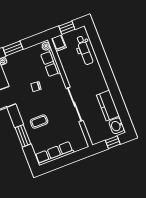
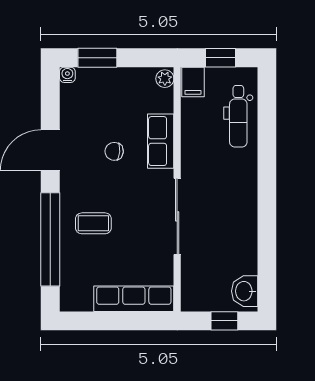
row of seats: (51, 64) -> (161, 141), moved
kitchen counter: (108, 106) -> (243, 244), removed
window: (23, 136) -> (50, 239), width x2.11
row of seats: (54, 153) -> (134, 299), moved

